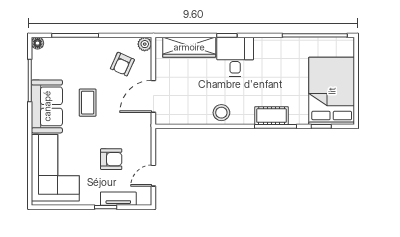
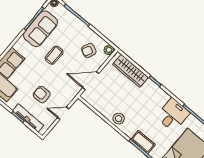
desk: (235, 57) -> (173, 115), moved
sofa: (47, 106) -> (40, 29), moved
armchair: (111, 159) -> (42, 95), turned 180
door: (153, 176) -> (63, 113), moved
tv unit: (118, 199) -> (28, 118), width x1.41

